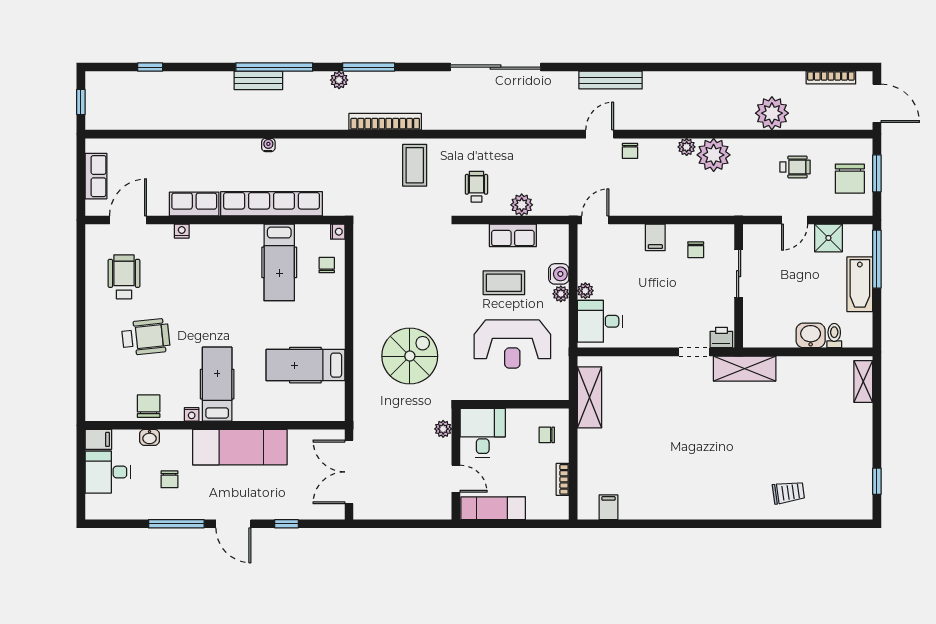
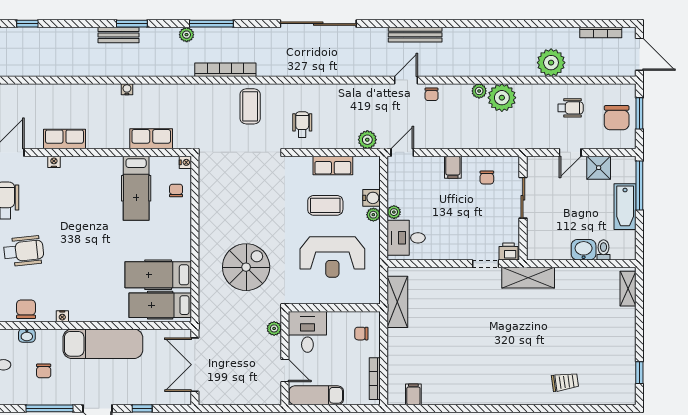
window: (274, 67) -> (132, 24), width x0.47
row of seats: (272, 204) -> (151, 139), width x0.50
plant: (522, 205) -> (367, 140), moved
hospital bed: (217, 384) -> (160, 305), moved, turned -90
bookcase: (563, 479) -> (375, 379), width x1.56

